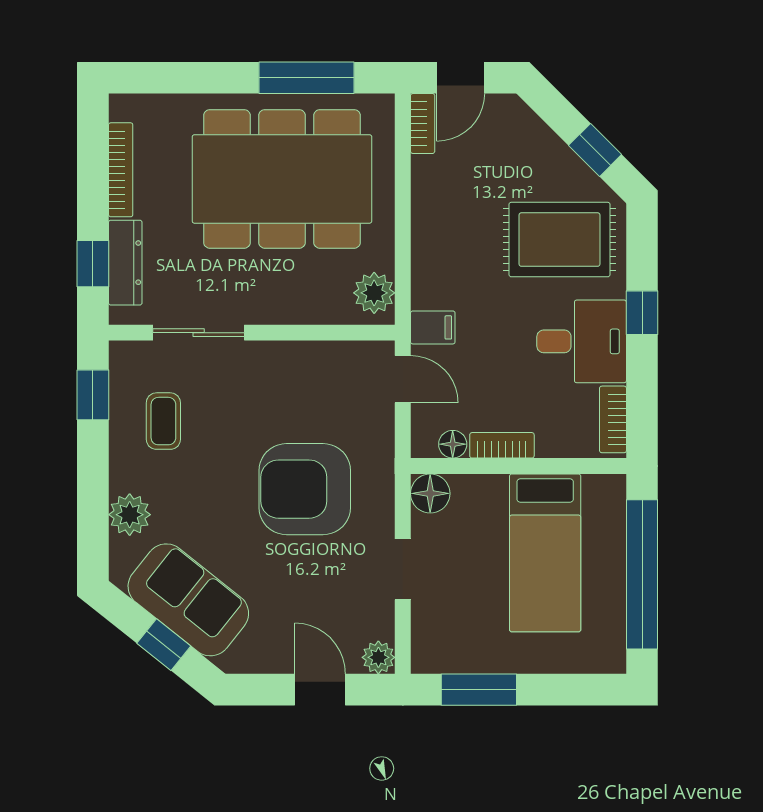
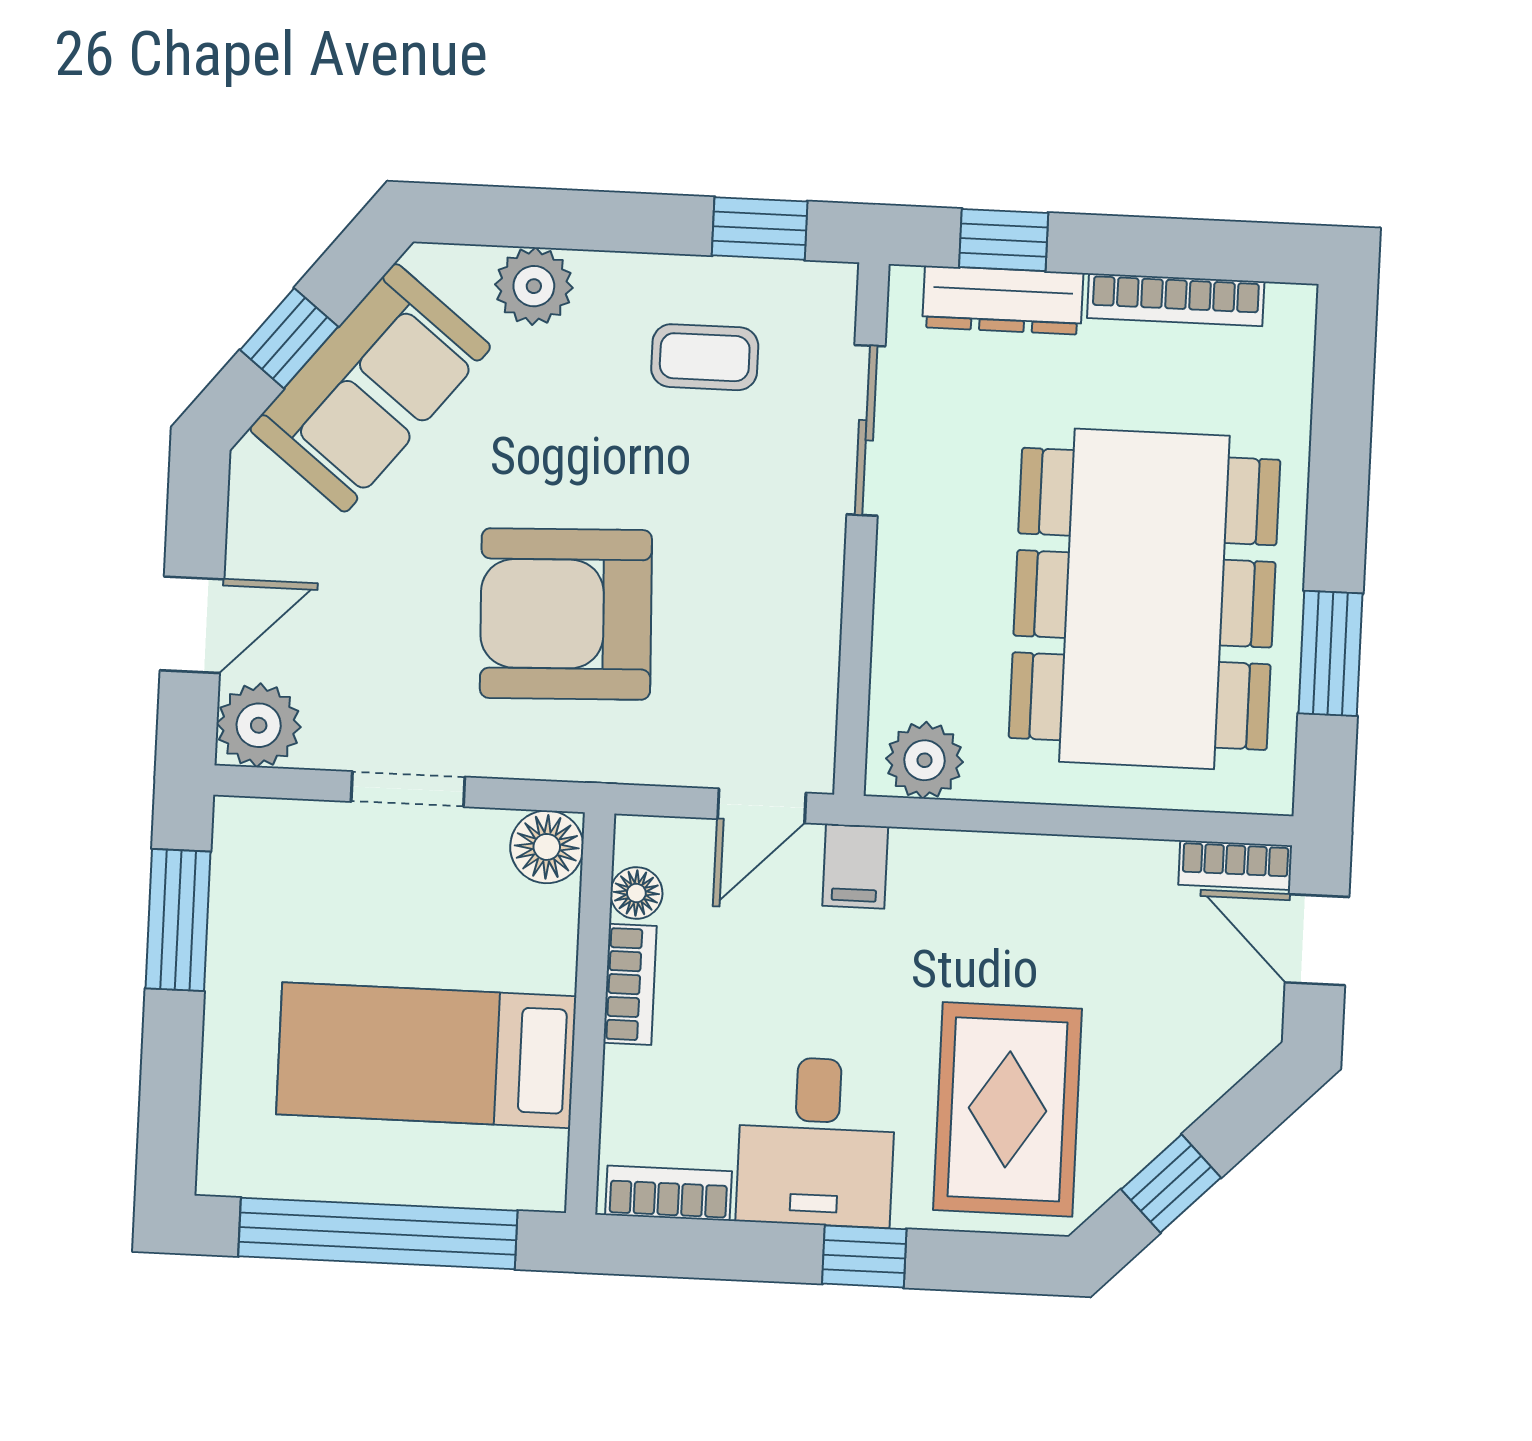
window: (307, 78) -> (1331, 653), width x0.69
armchair: (305, 489) -> (566, 614), turned -92
plant: (378, 657) -> (259, 725), width x1.38, depth x1.38

